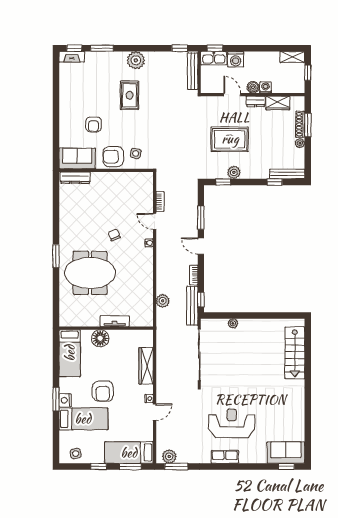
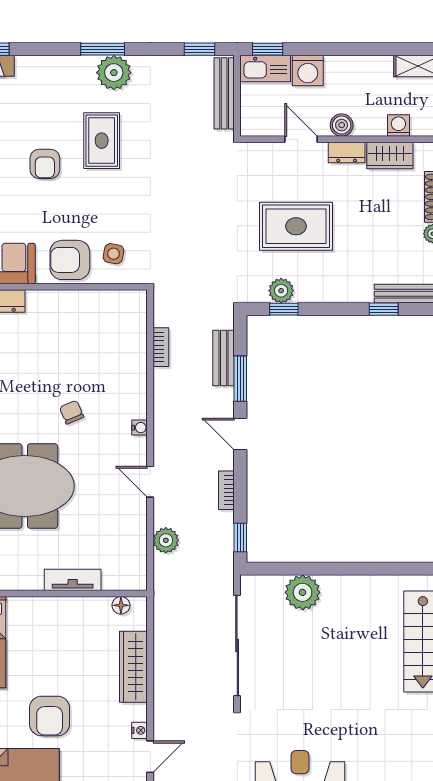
window: (102, 48) -> (103, 49), moved
washing machine: (265, 87) -> (398, 125), moved
armchair: (93, 124) -> (45, 164), moved
plant: (234, 172) -> (281, 291), moved
door: (155, 221) -> (150, 482), moved
bench: (192, 306) -> (224, 358), moved, width x0.73
plant: (233, 323) -> (303, 592), width x1.88, depth x1.88
floor lamp: (100, 338) -> (121, 605), moved, width x0.53, depth x0.53

